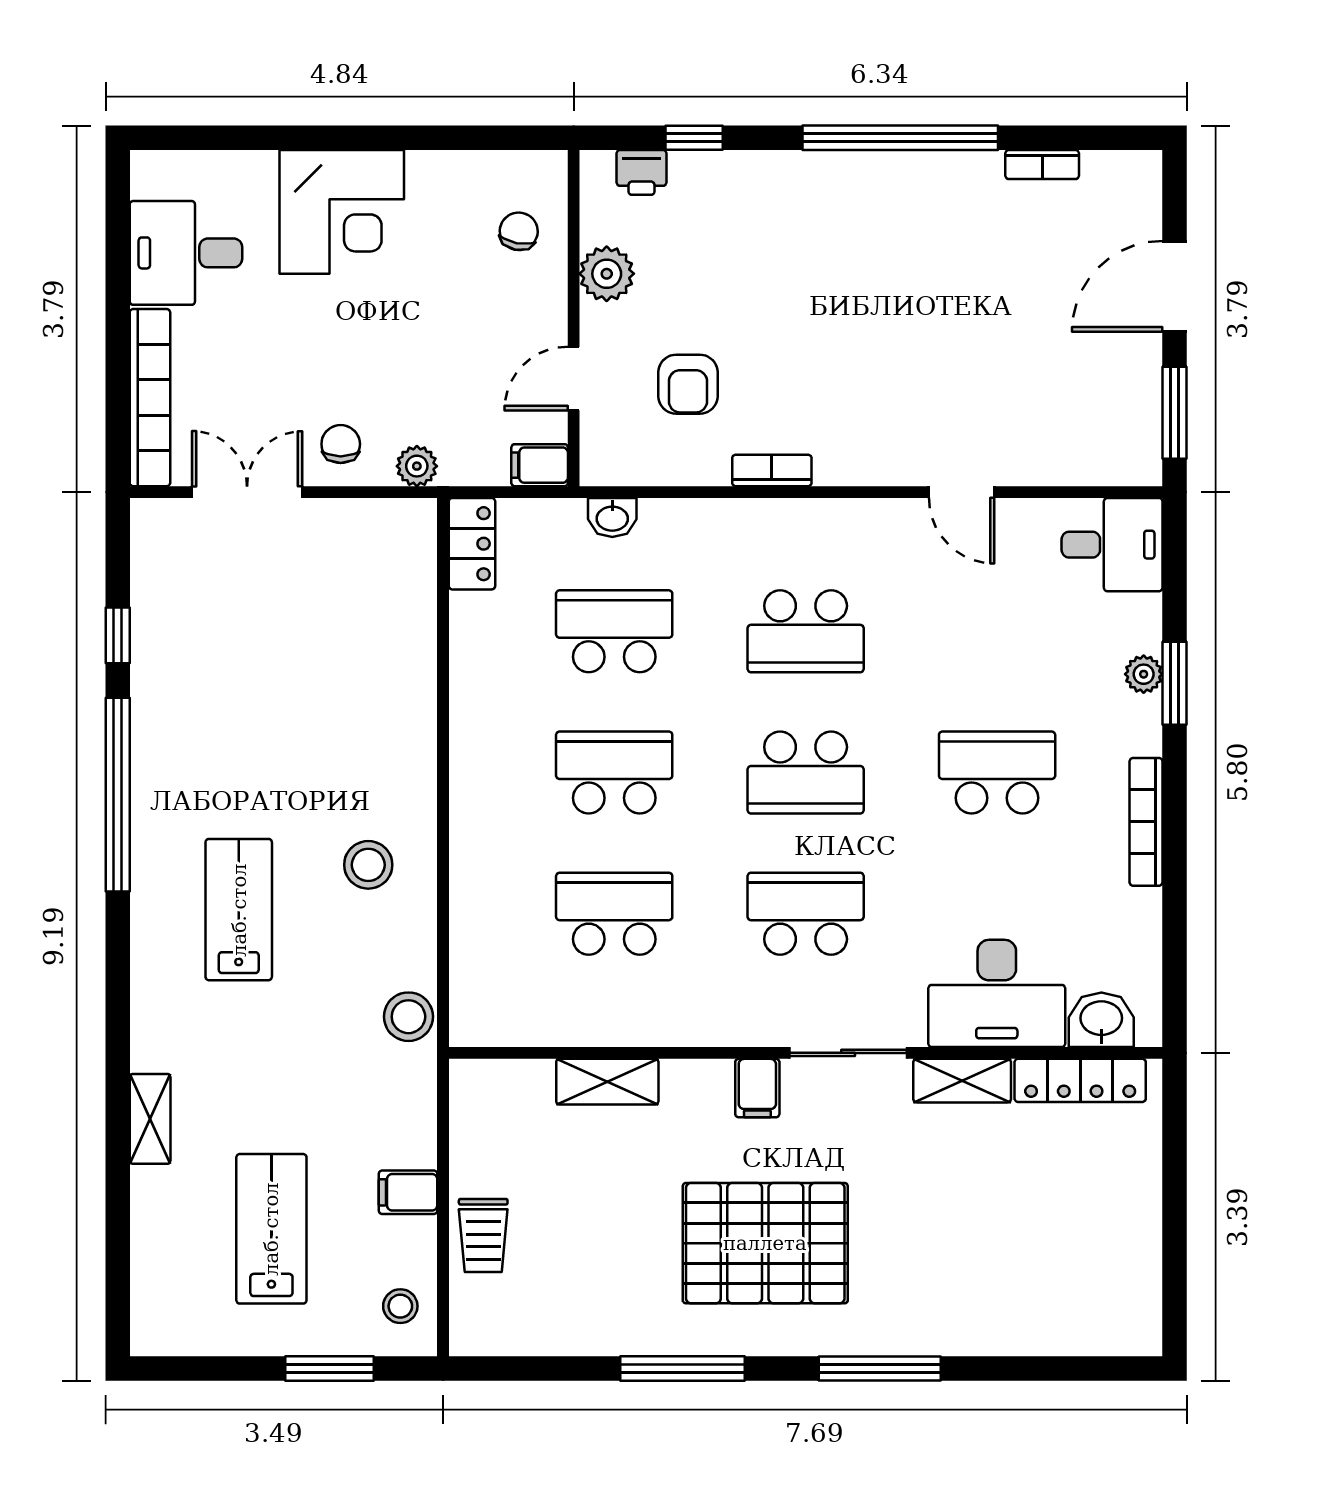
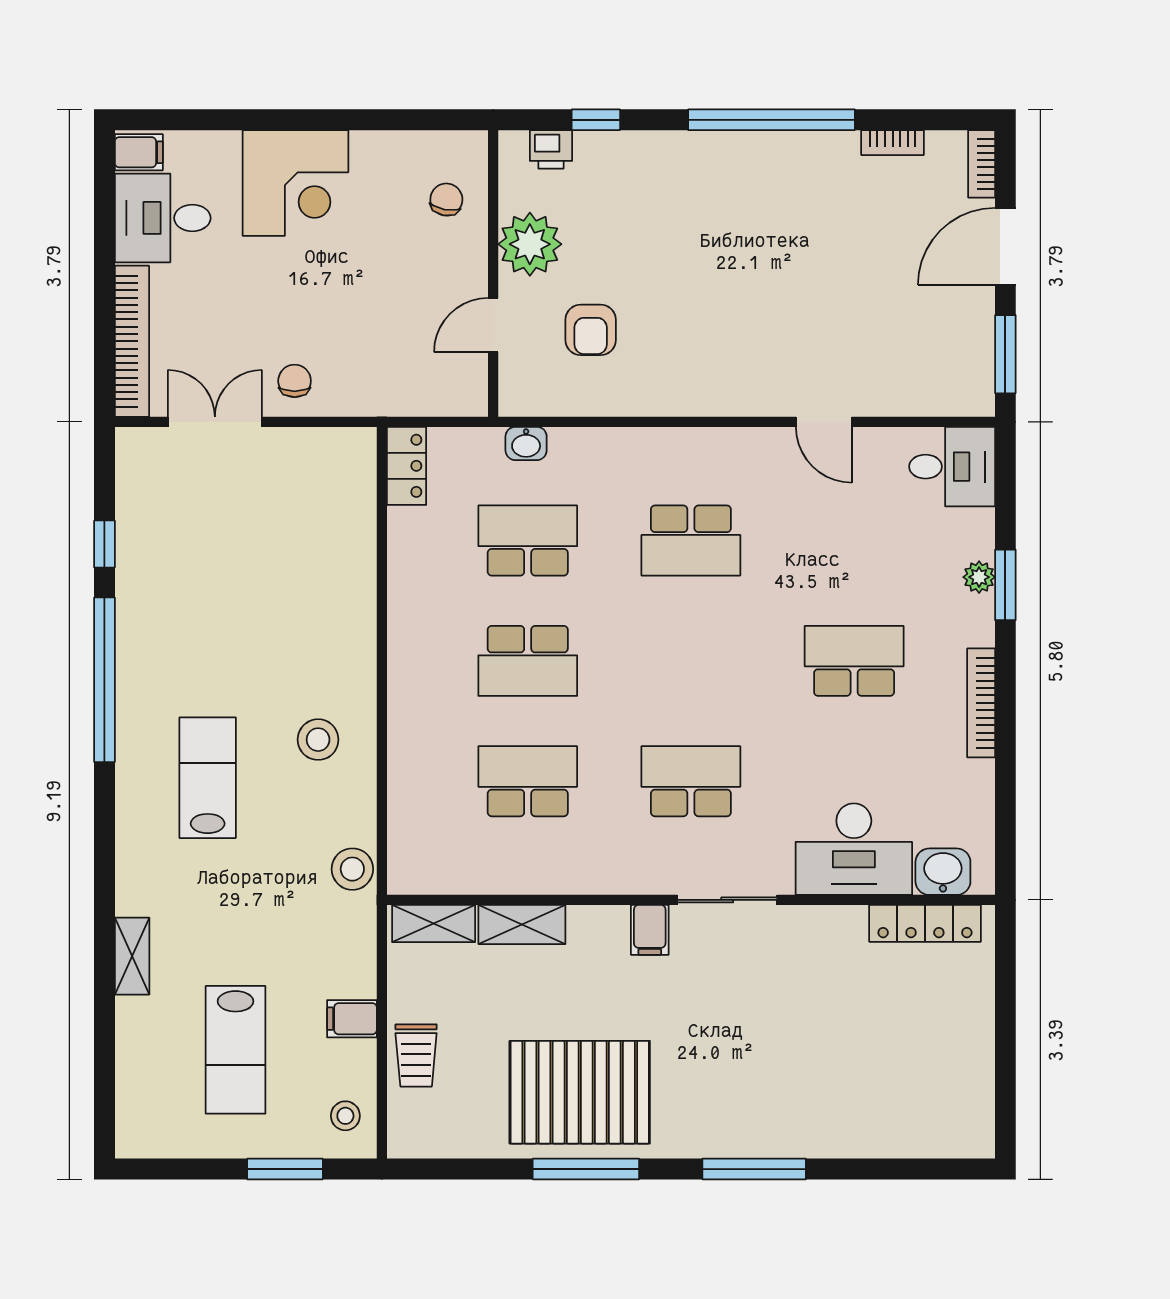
plant: (607, 274) -> (530, 244), width x1.36, depth x1.36
filing cabinet: (540, 465) -> (139, 152), moved, turned 180
plant: (417, 466) -> (359, 400), removed
bookcase: (772, 470) -> (982, 164), moved, turned -90
school desk: (614, 772) -> (528, 661), turned 180
school desk: (806, 772) -> (691, 661), removed
shelving: (962, 1081) -> (434, 924), moved
lab bench: (271, 1229) -> (236, 1050), turned 180
pallet: (765, 1243) -> (580, 1092), moved

